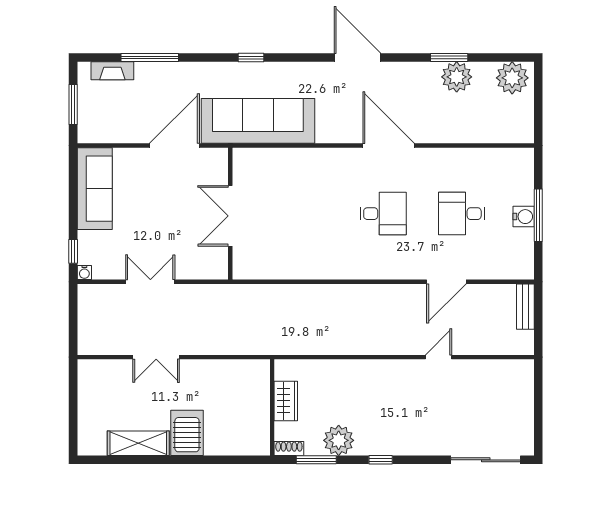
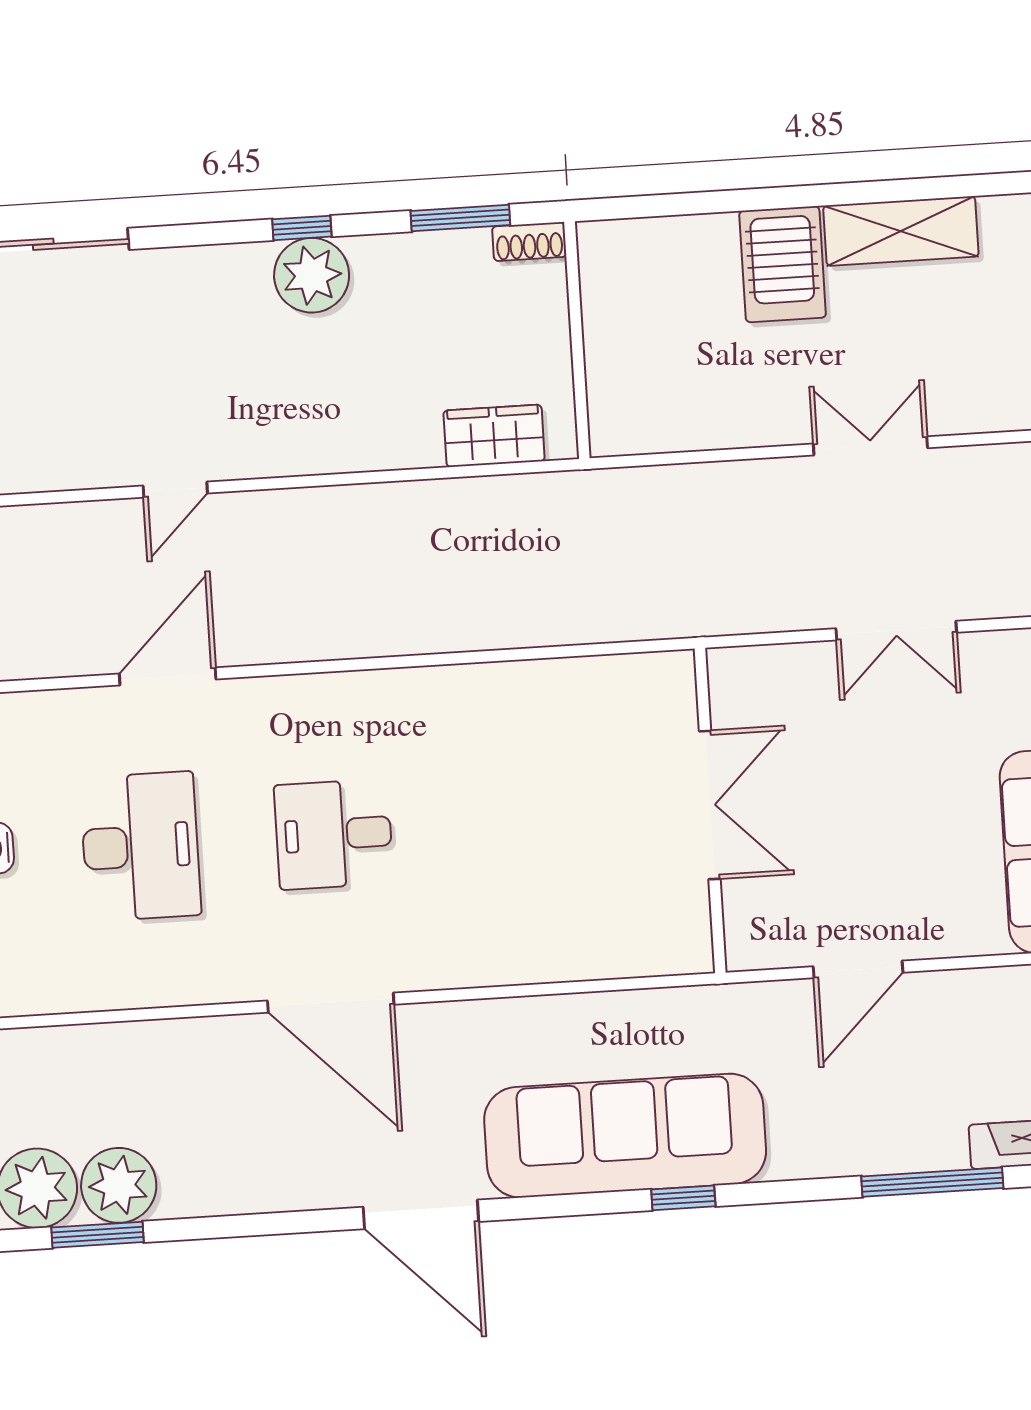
window: (449, 58) -> (97, 1235), moved
plant: (457, 77) -> (119, 1185), moved
sofa: (258, 121) -> (625, 1136), moved, turned 180
door: (174, 146) -> (858, 969), width x0.73
desk: (462, 214) -> (140, 846), width x1.37
wardrobe: (286, 401) -> (494, 436), moved, turned 90
plant: (339, 440) -> (312, 275), moved

